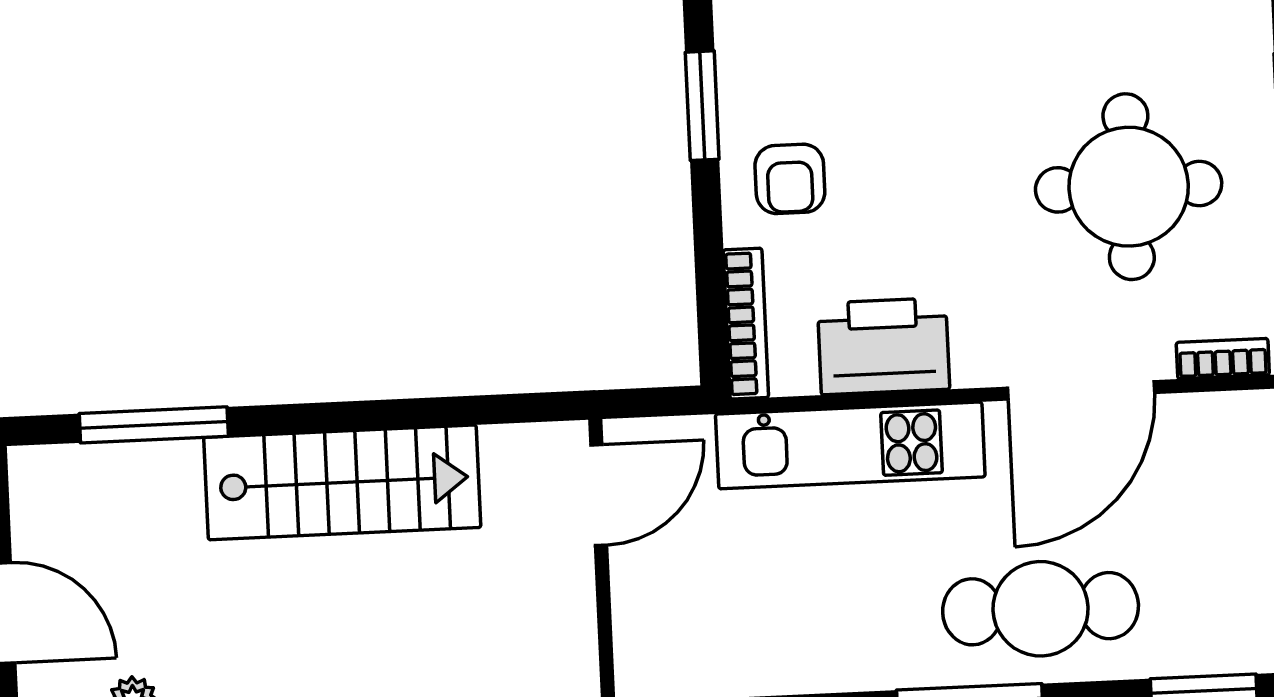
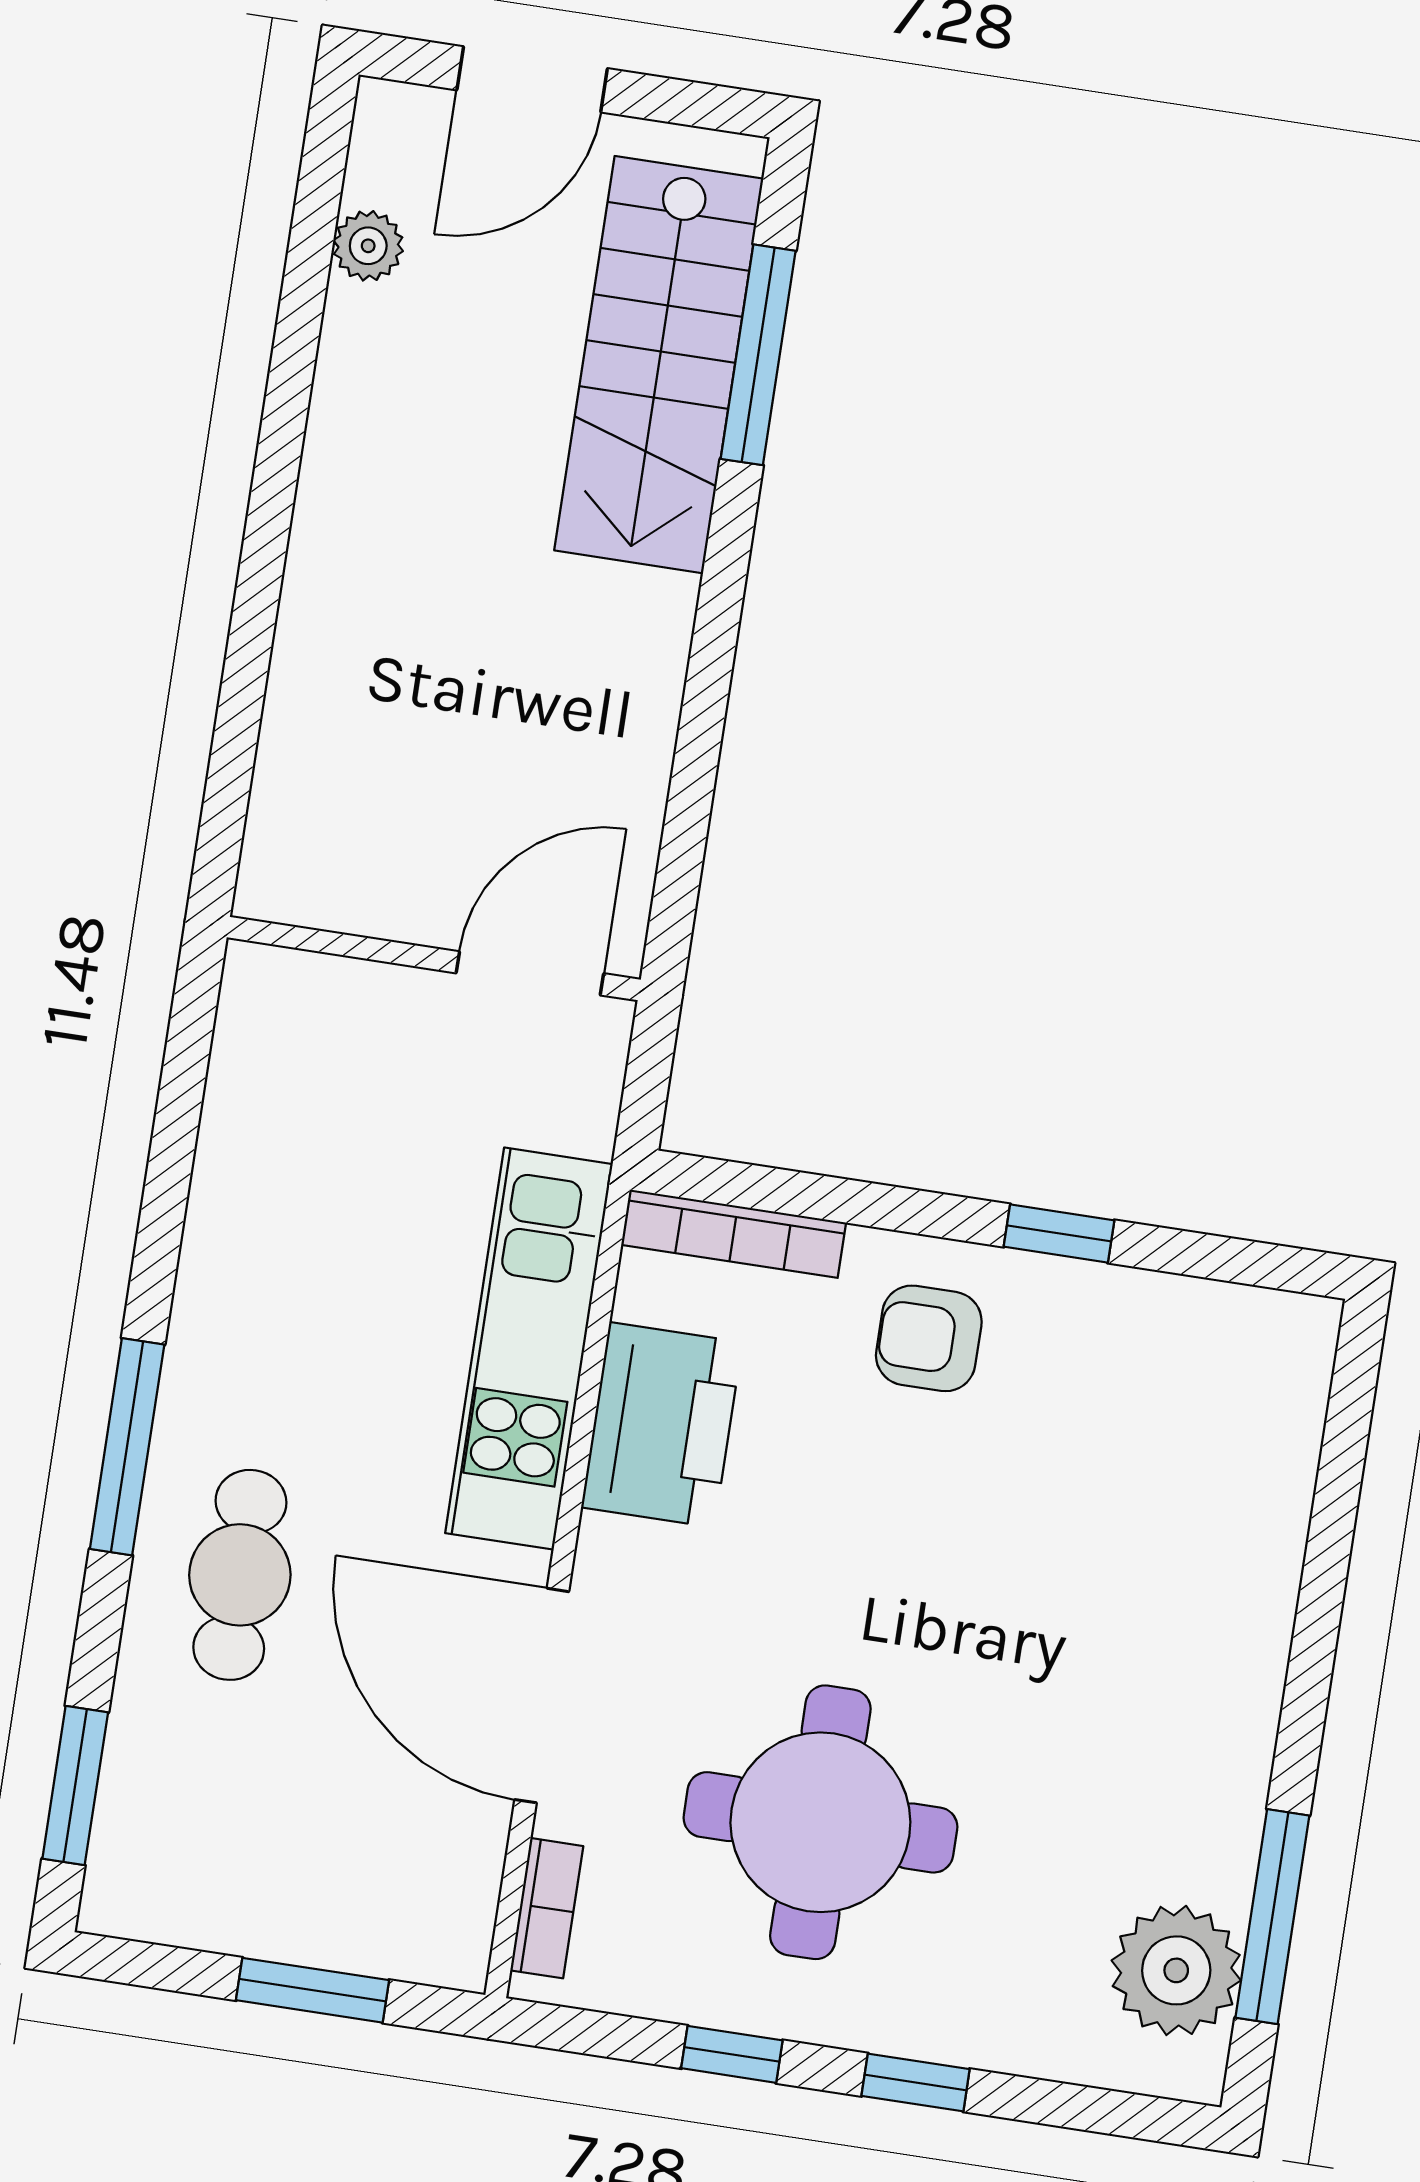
window: (702, 106) -> (1059, 1233), width x0.67
stairs: (342, 482) -> (659, 365), moved
door: (599, 495) -> (530, 973), swing flipped
cafe table: (1041, 609) -> (240, 1575), width x0.73, depth x0.74

